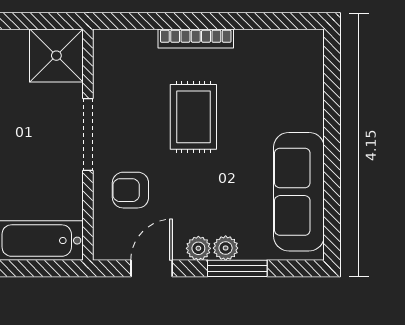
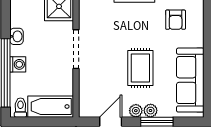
rug: (193, 117) -> (140, 68), moved
armchair: (130, 190) -> (176, 20), moved, turned -90

